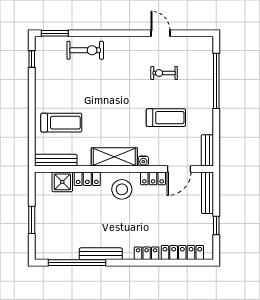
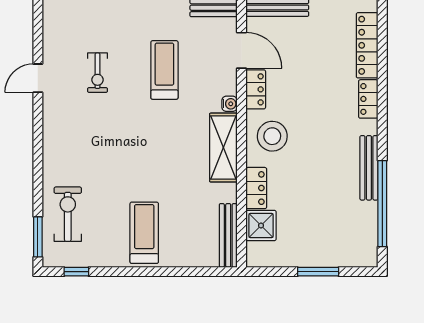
exercise bike: (85, 50) -> (68, 214), moved
treadmill: (61, 123) -> (144, 233), moved

